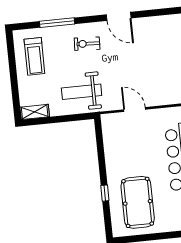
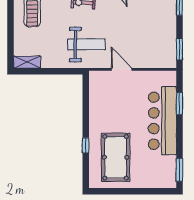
weight bench: (82, 92) -> (87, 45), moved, turned 180

